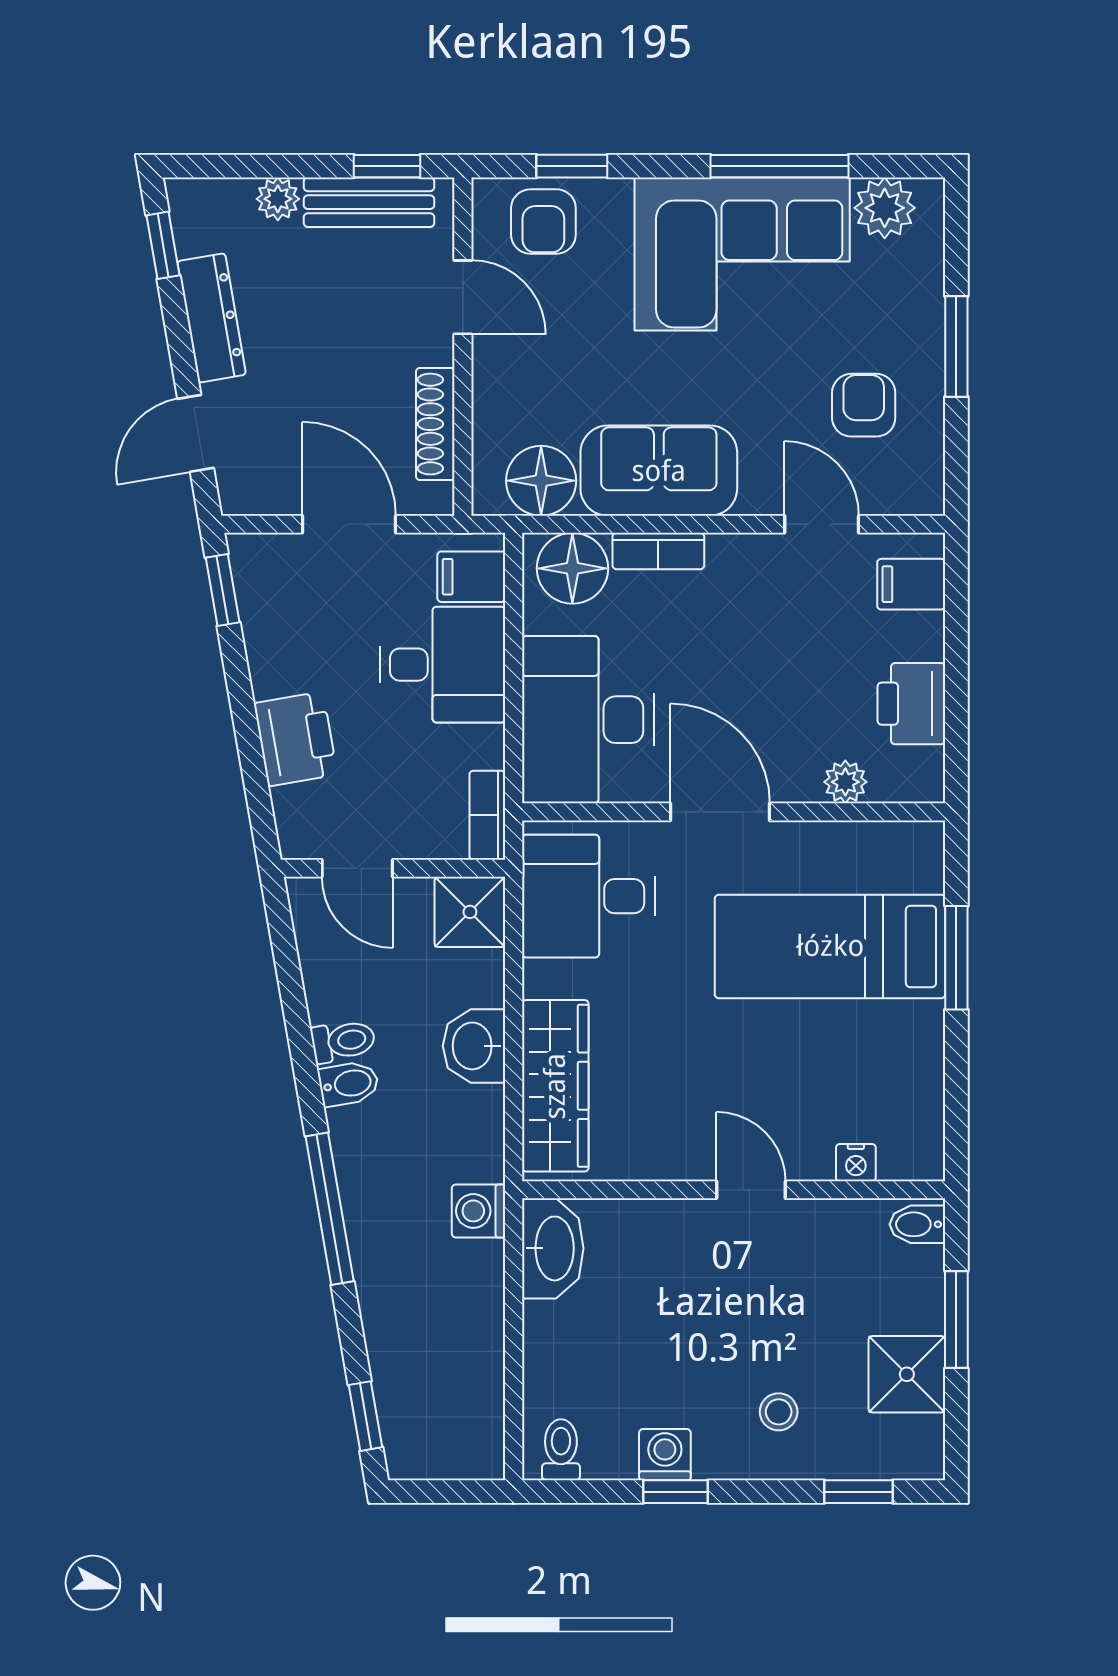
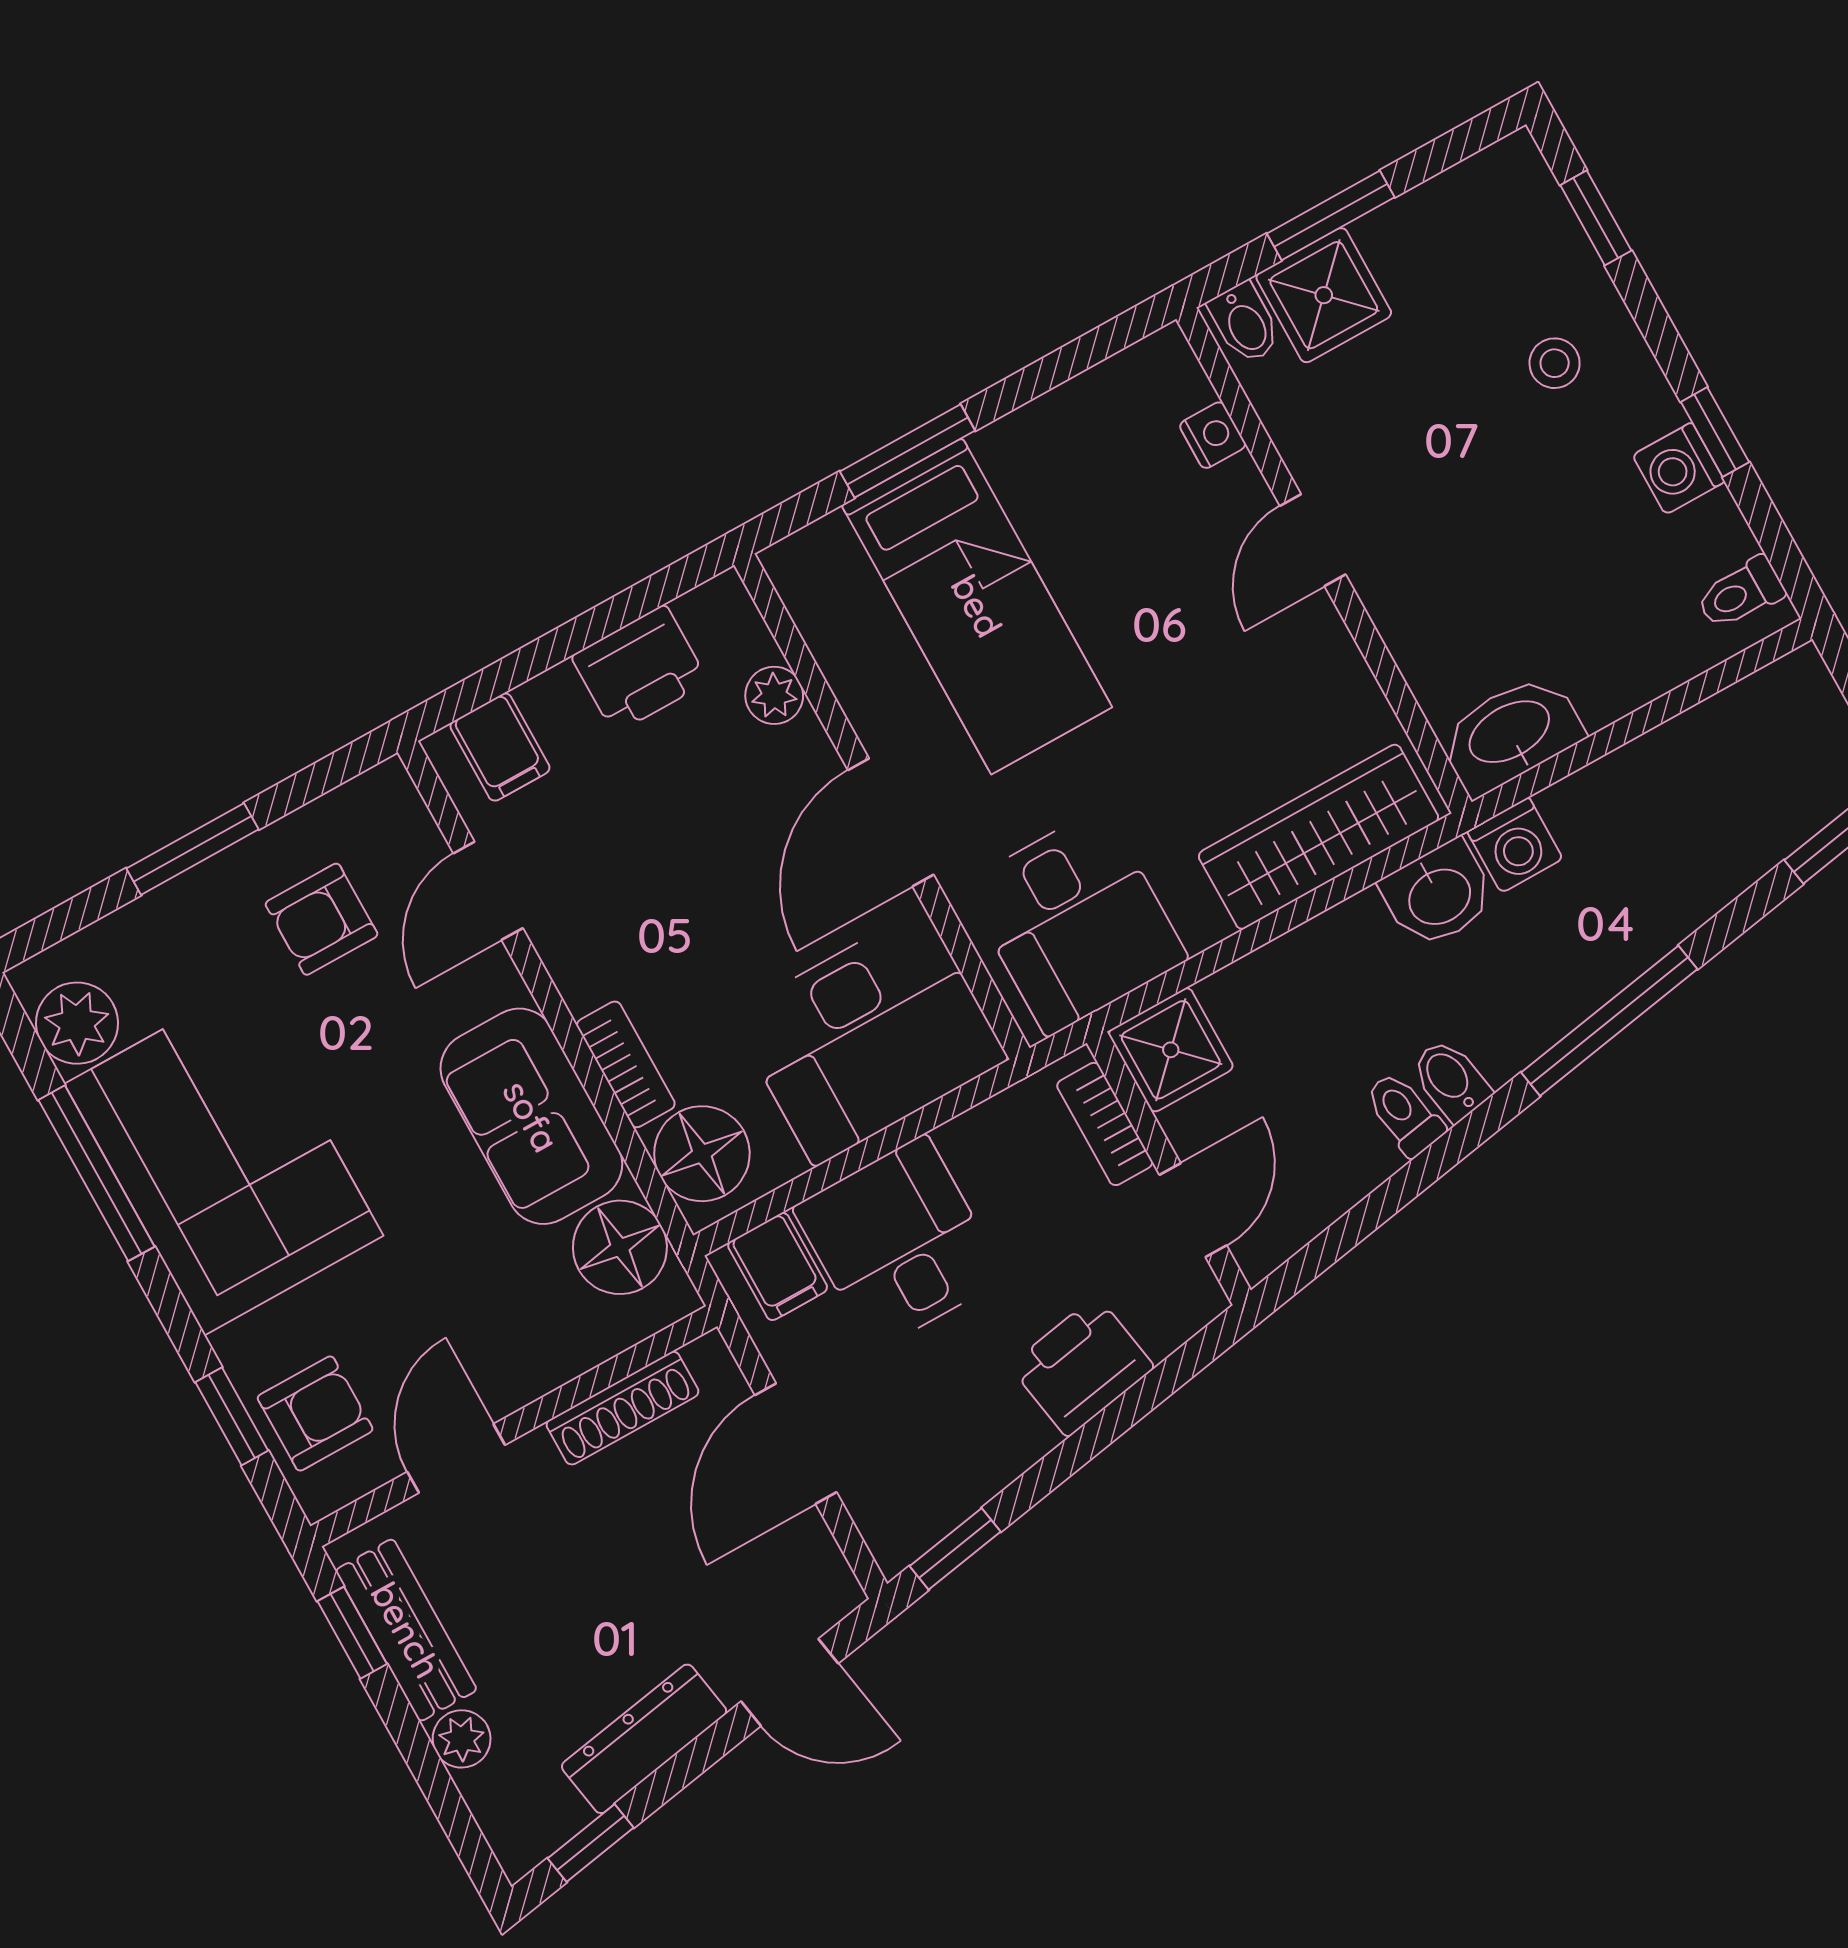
bookcase: (487, 815) -> (1105, 1124), moved, turned 90
washbasin: (474, 1046) -> (1438, 895), moved
shower: (907, 1374) -> (1324, 295), moved

